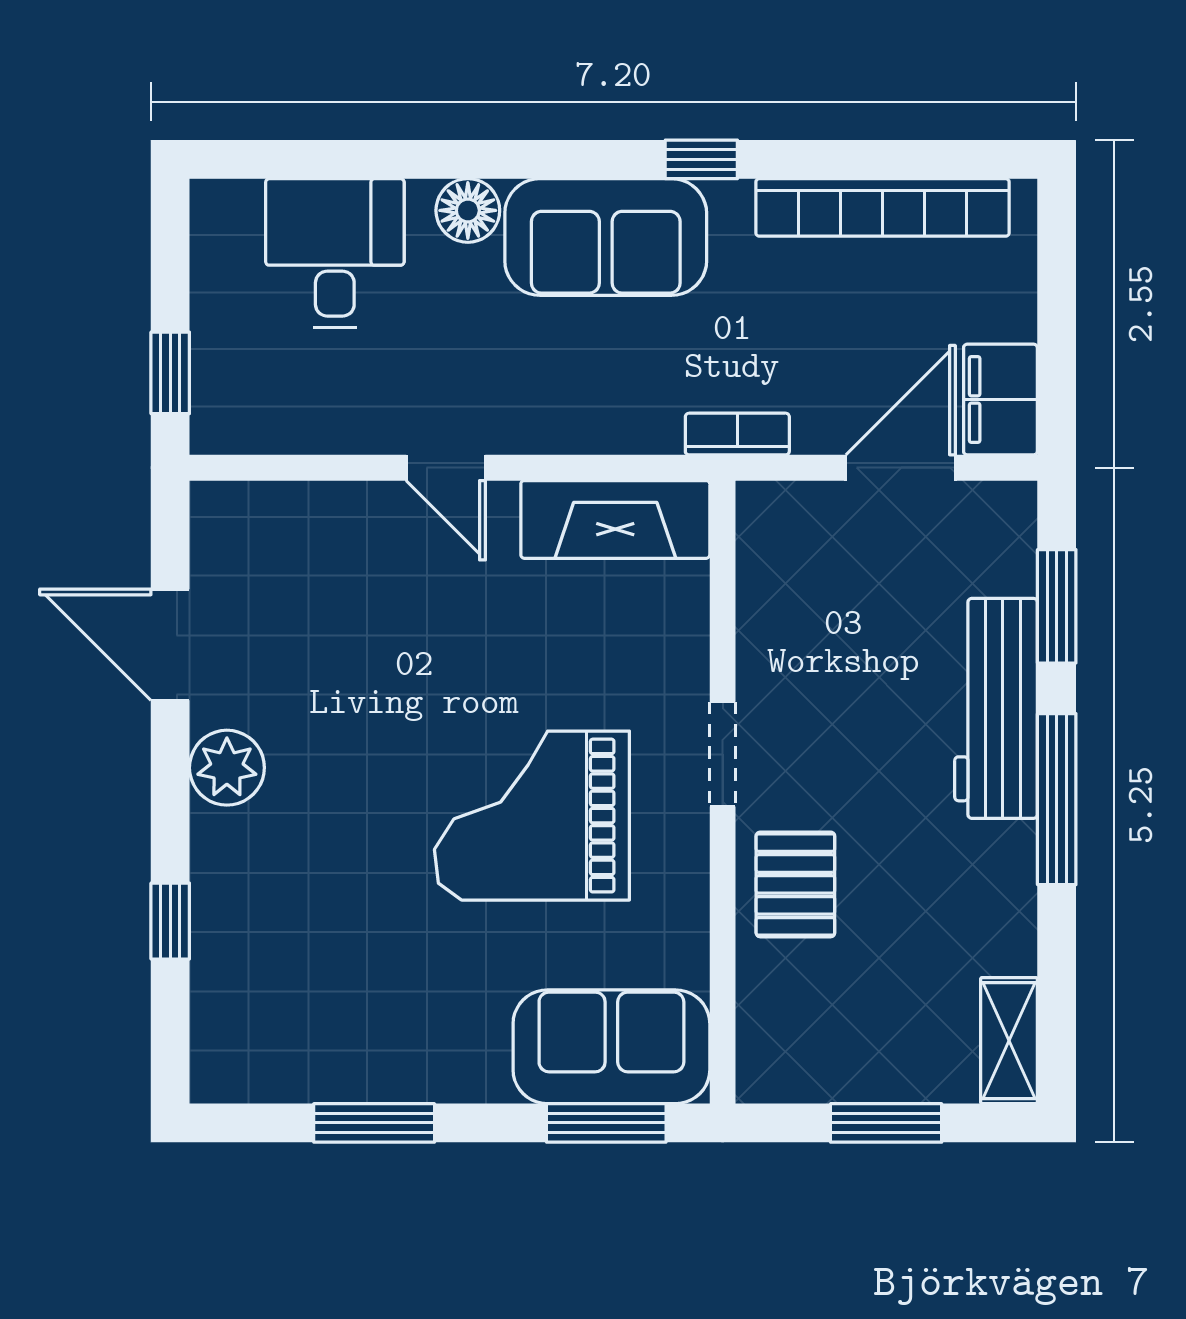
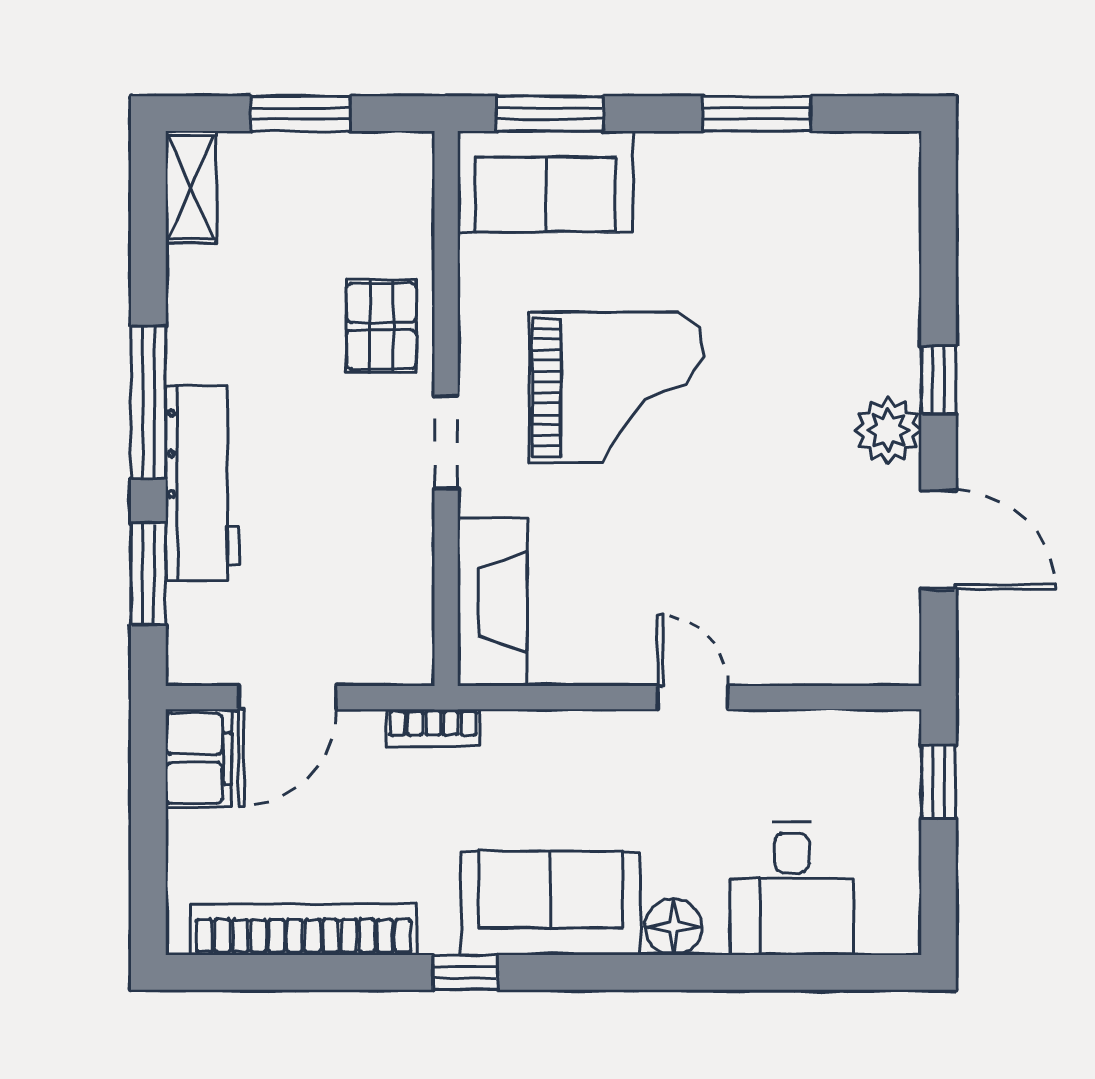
fireplace: (615, 519) -> (492, 602), moved, turned 90
window: (170, 921) -> (939, 380), moved

